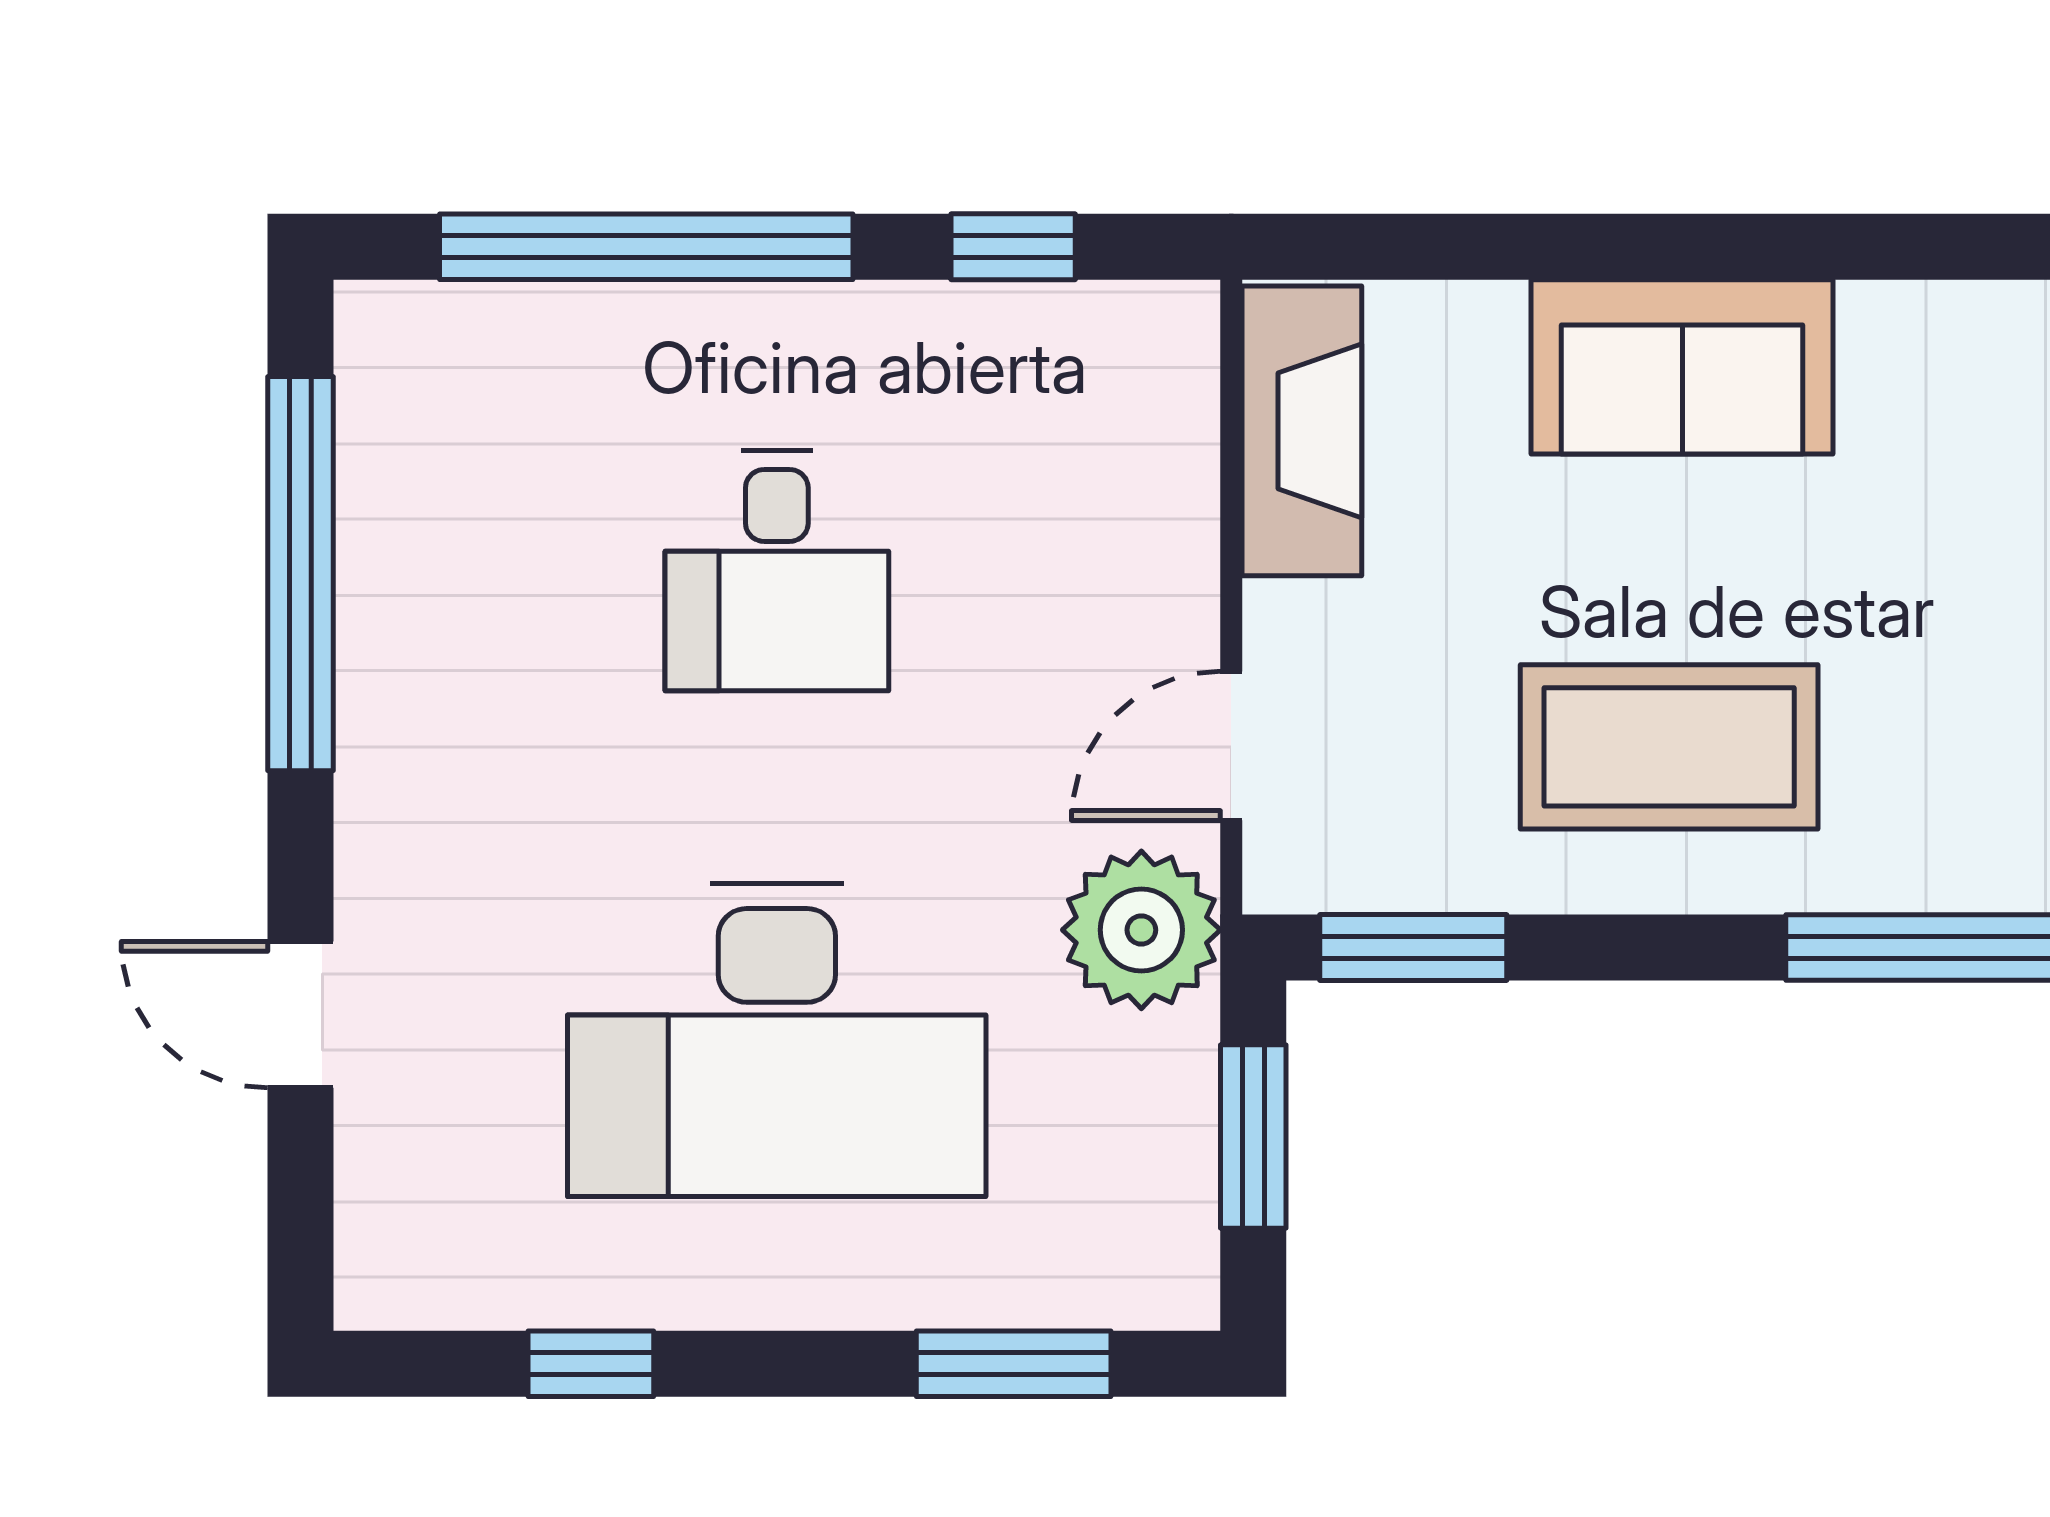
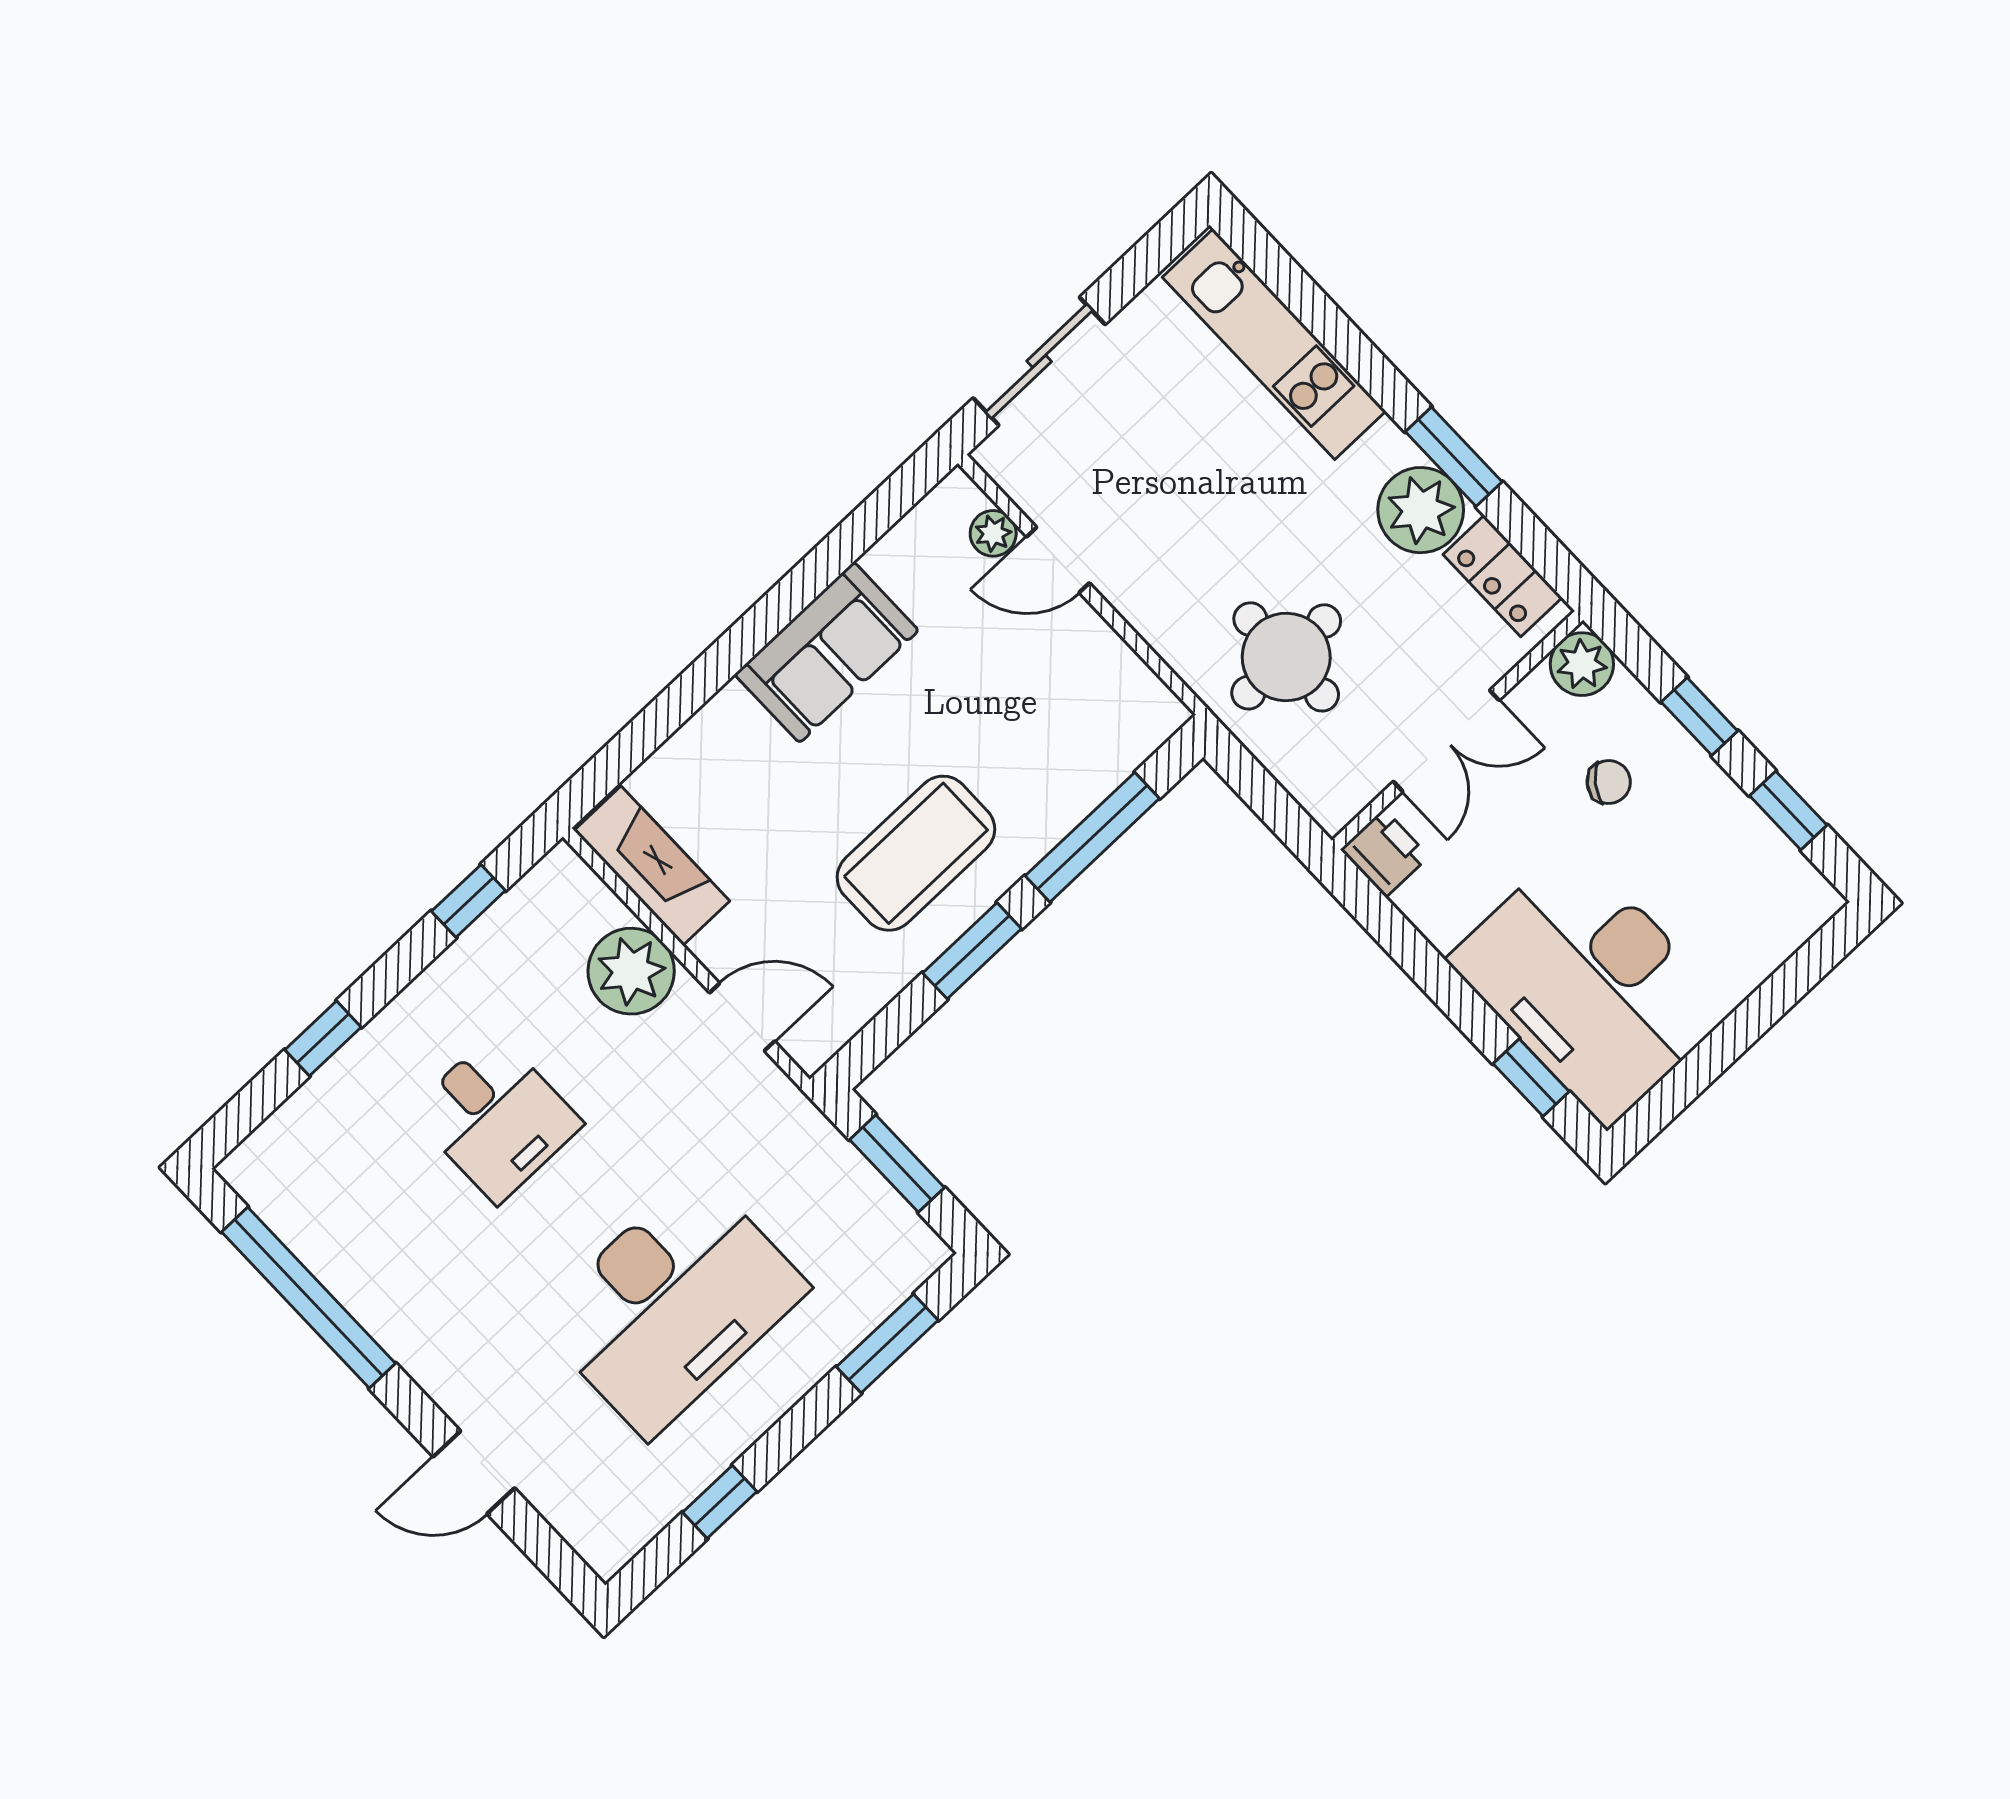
window: (646, 247) -> (323, 1038), width x0.32
sofa: (1682, 367) -> (827, 652), moved
door: (1231, 746) -> (742, 1017), swing flipped
plant: (1141, 930) -> (631, 971), moved
window: (1413, 948) -> (972, 951), moved

